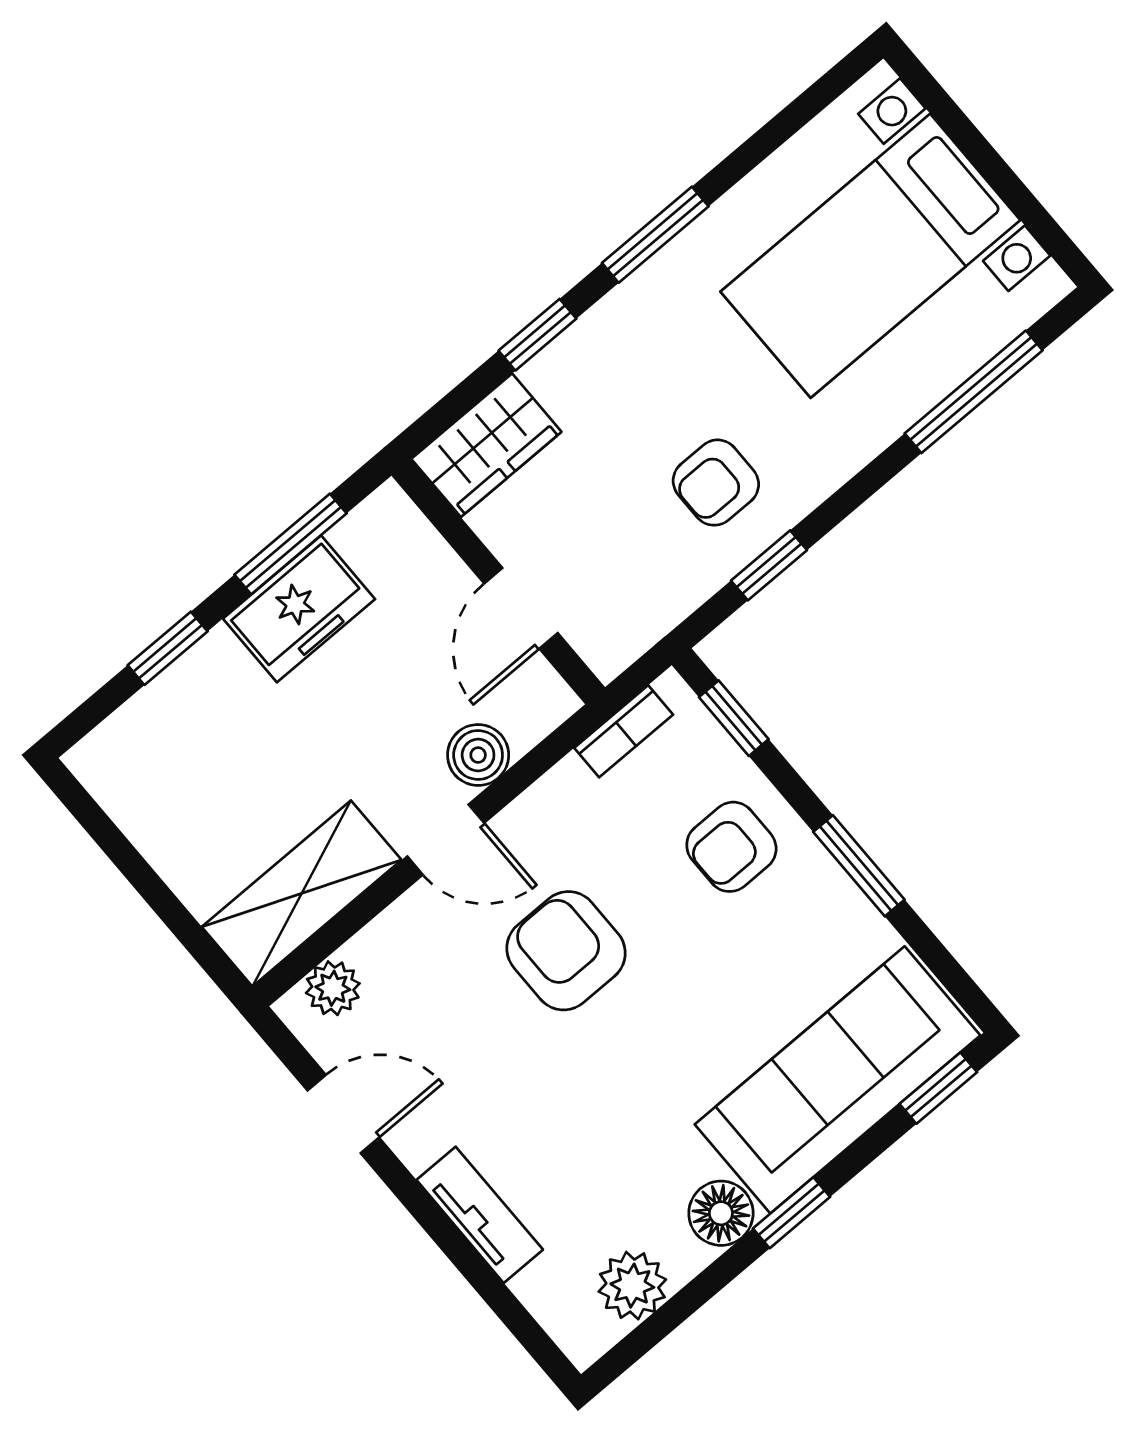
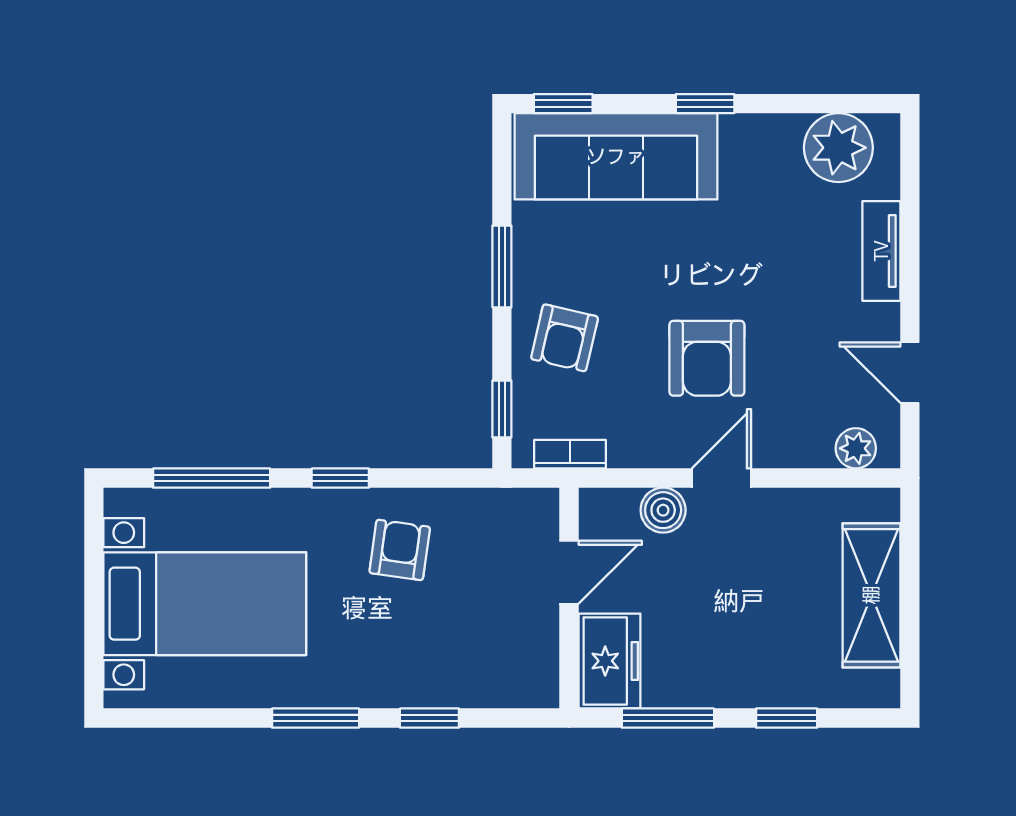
wardrobe: (486, 445) -> (511, 680), removed
armchair: (716, 483) -> (400, 550), turned -82
window: (769, 565) -> (340, 478), moved
freezer: (299, 609) -> (610, 661), moved, turned 90
door: (446, 840) -> (722, 478), hinge flipped
armchair: (731, 847) -> (565, 338), turned 103
shelving: (302, 893) -> (871, 595), moved, turned 90
floor lamp: (721, 1213) -> (745, 137), removed
plant: (632, 1286) -> (838, 148), width x1.36, depth x1.36

